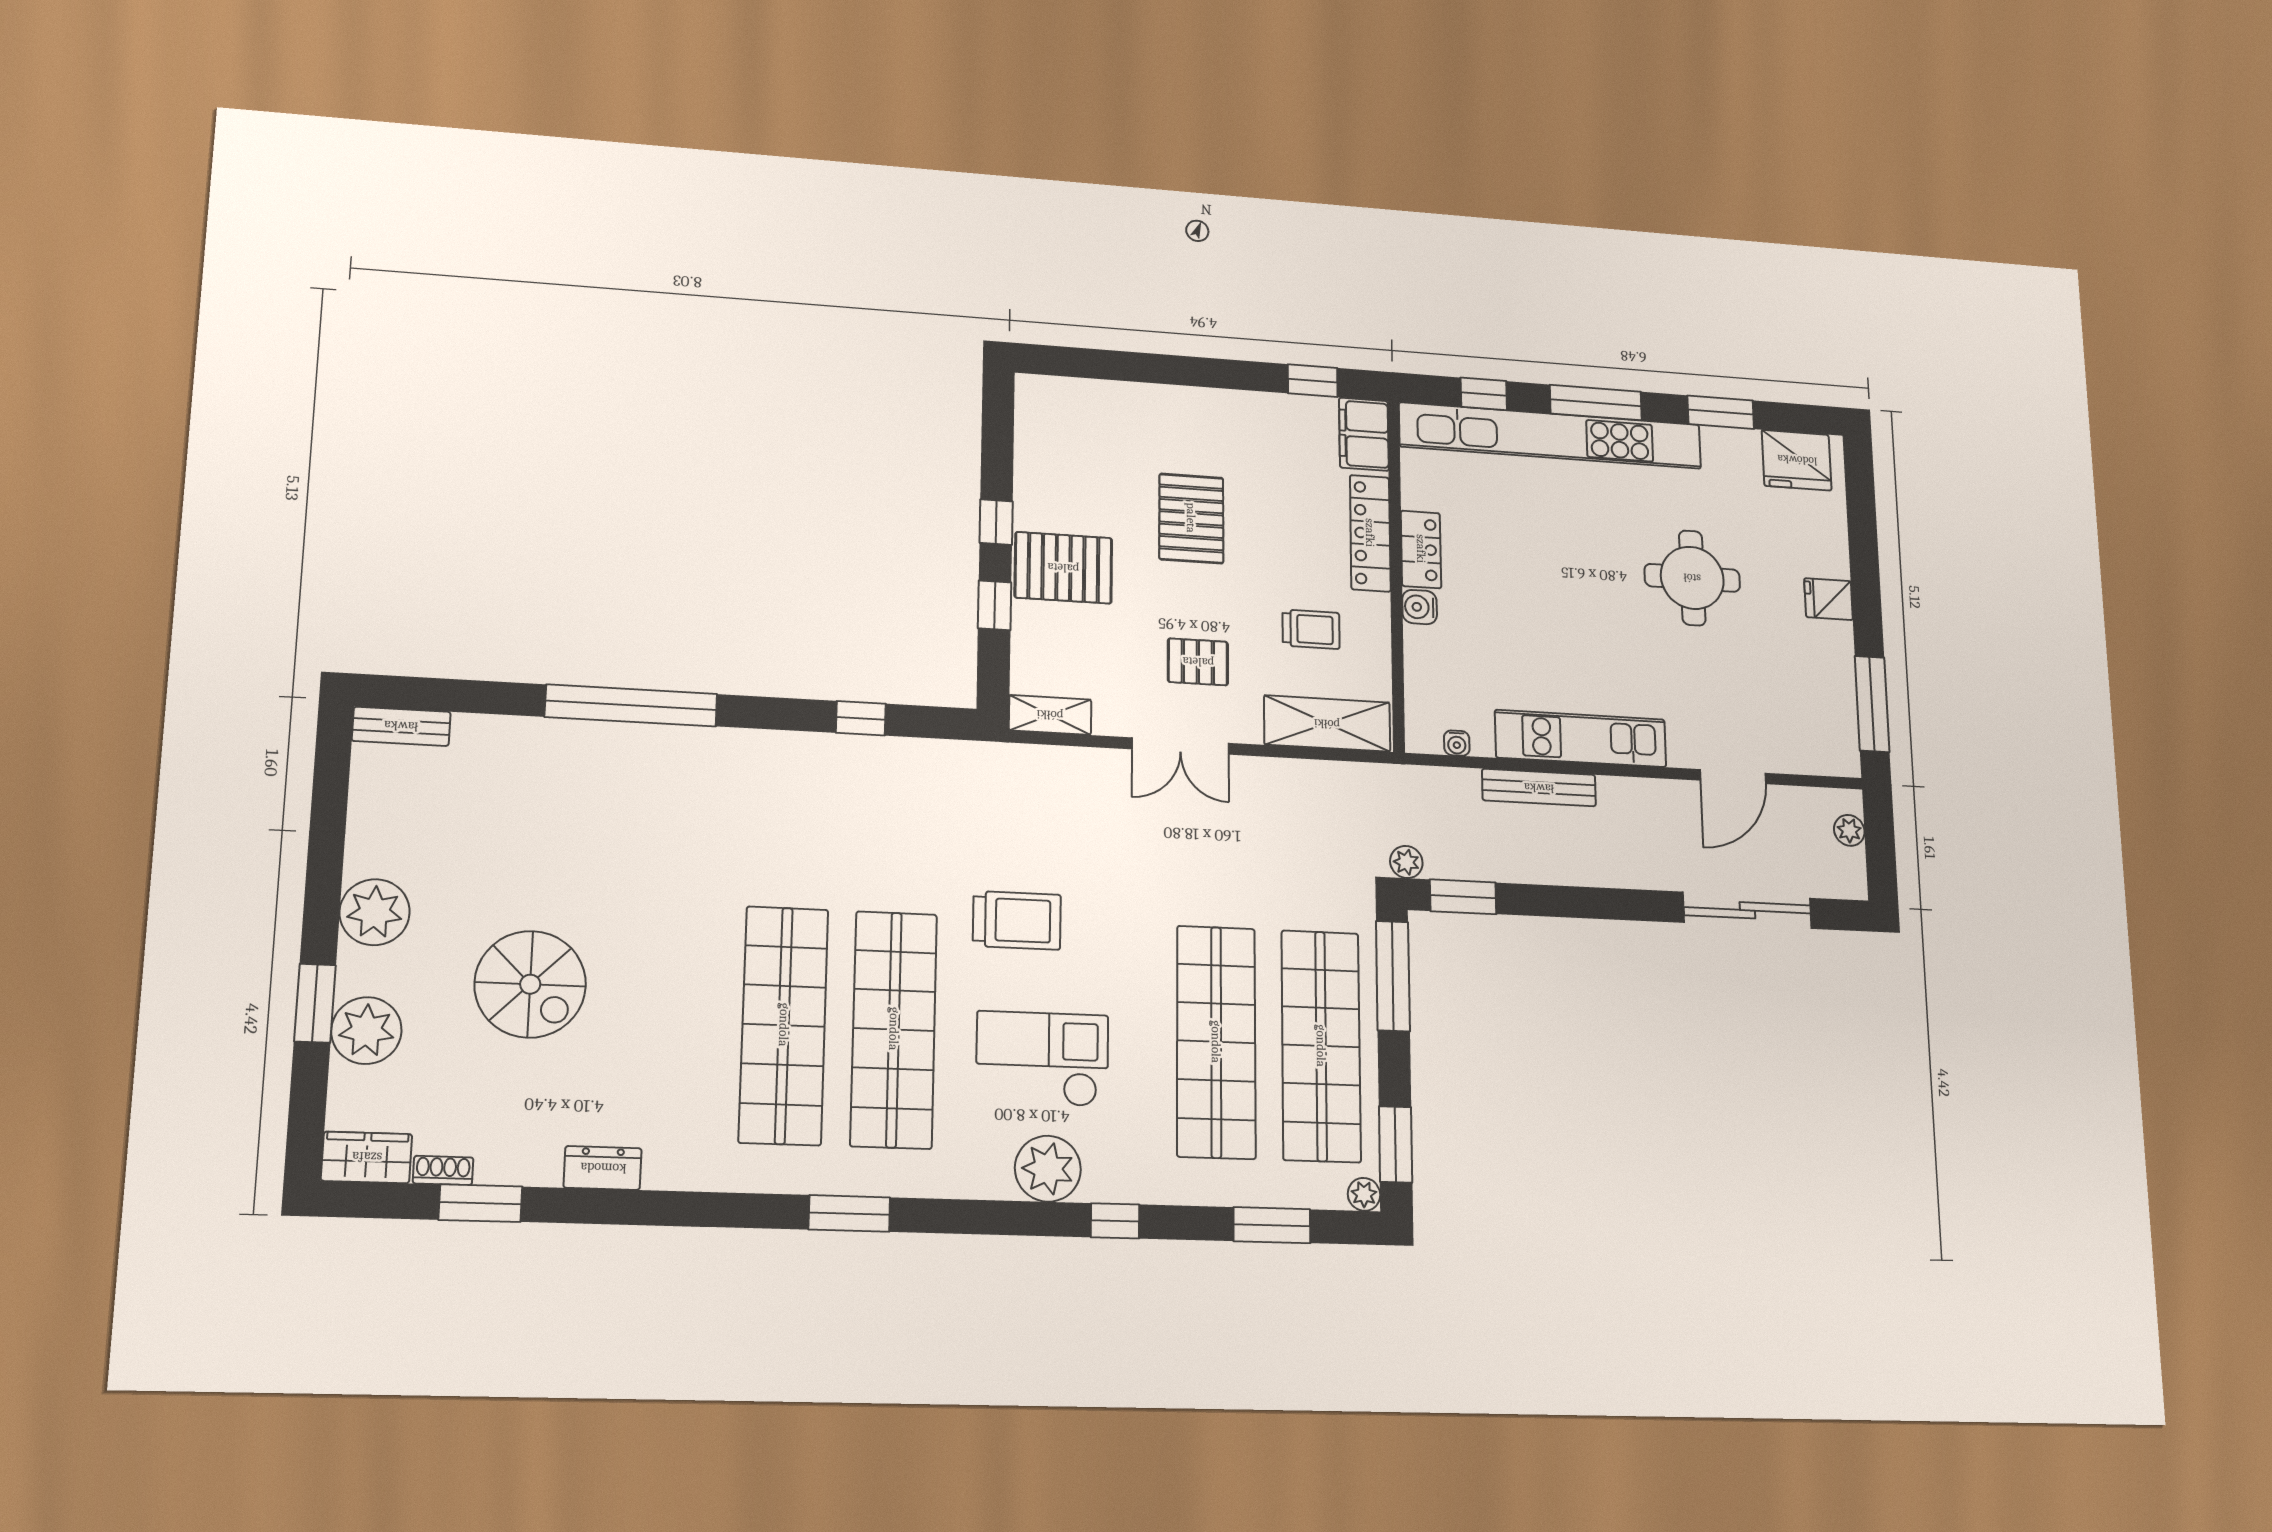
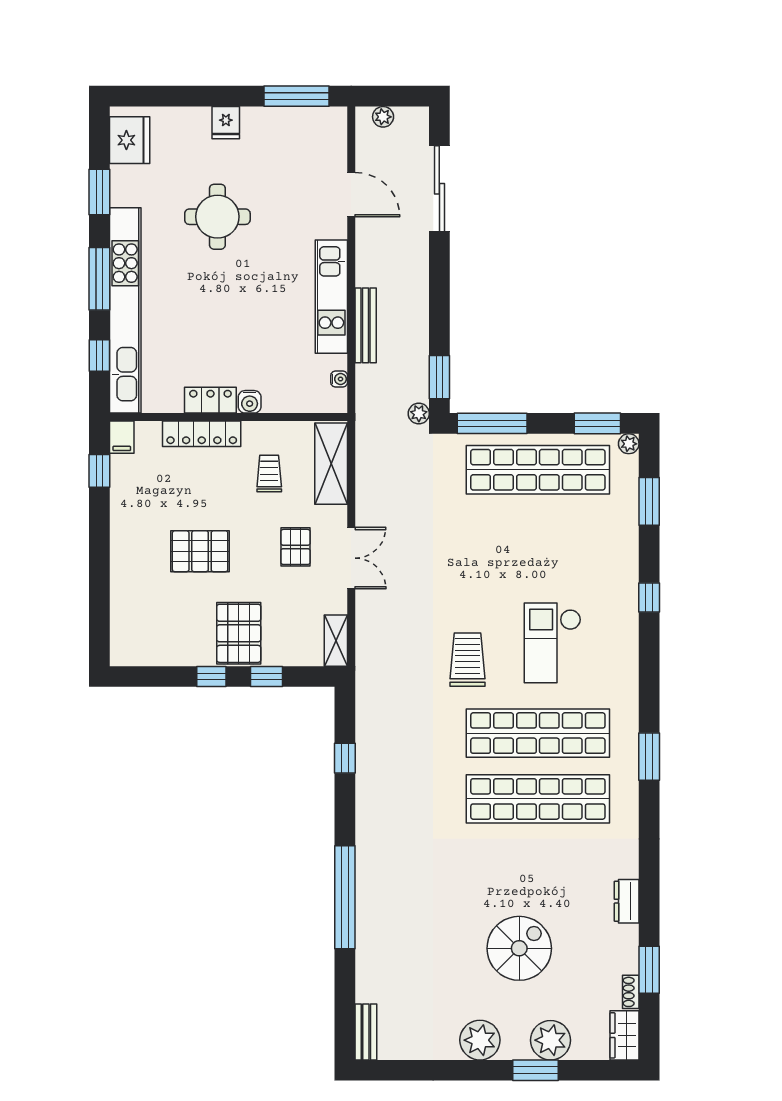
filing cabinet: (1364, 434) -> (122, 437), width x0.50
shop shelf: (1216, 1042) -> (538, 536), removed
plant: (1048, 1169) -> (619, 639), removed

